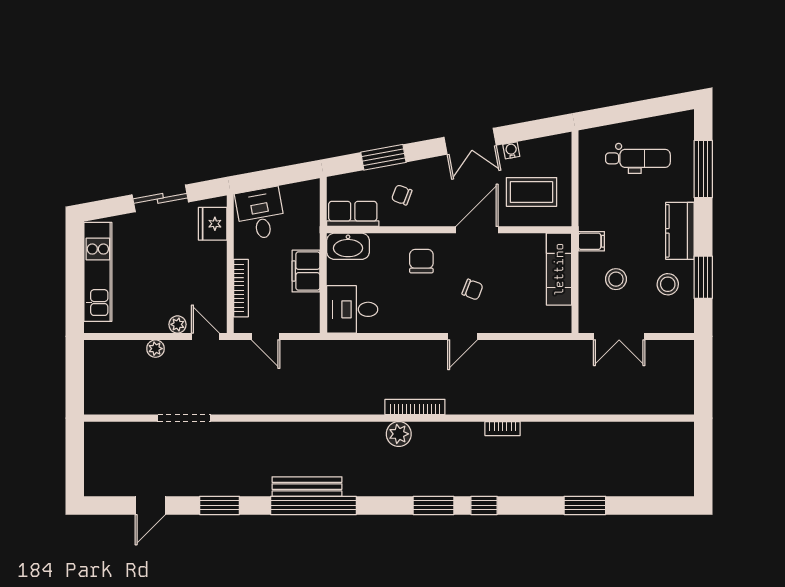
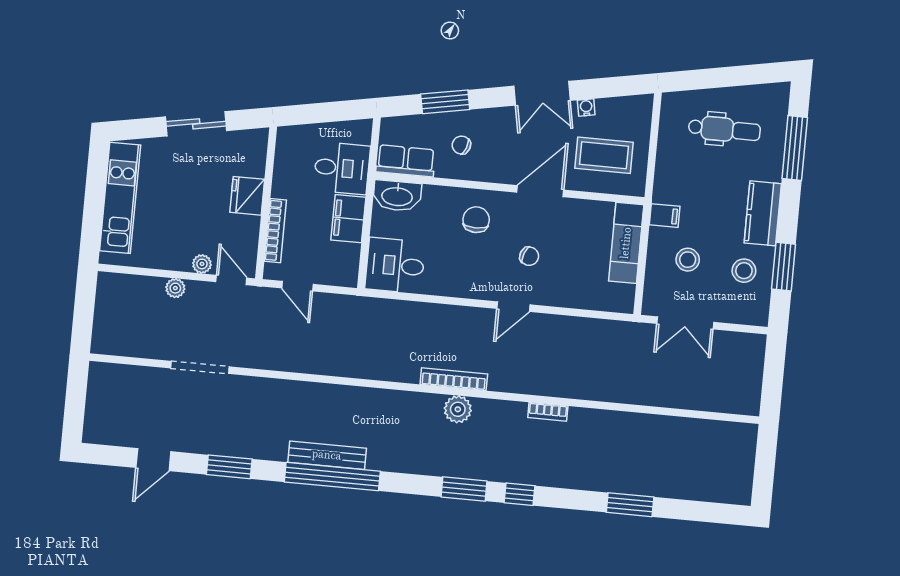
desk: (261, 214) -> (342, 168), moved, turned 100
fridge: (213, 224) -> (247, 196), moved
plant: (399, 434) -> (458, 409), moved

